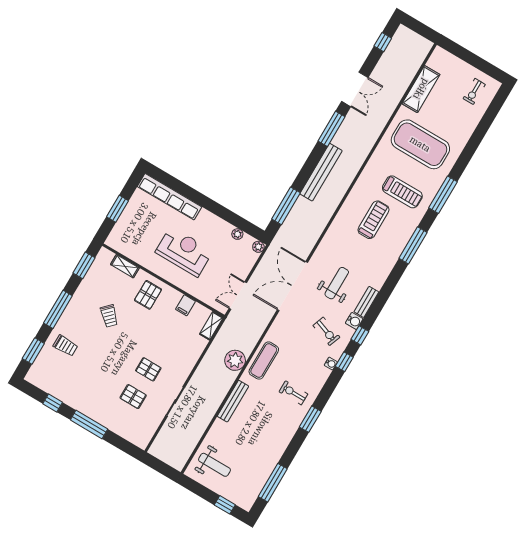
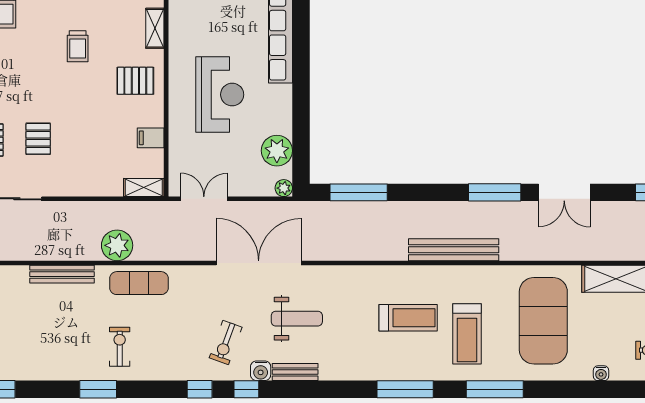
bench: (321, 172) -> (454, 250), moved
plant: (237, 234) -> (277, 151), width x1.88, depth x1.88
trolley: (109, 316) -> (78, 46), turned -45
water cooler: (331, 364) -> (601, 373), moved

